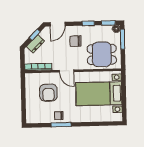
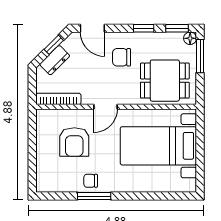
door: (58, 24) -> (92, 28), hinge flipped
door: (67, 71) -> (105, 107), hinge flipped

